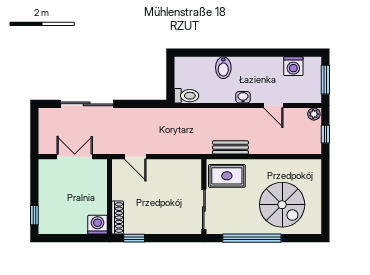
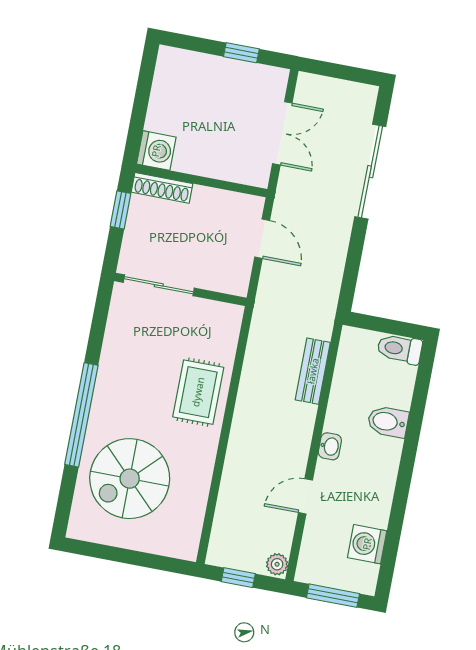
toilet: (186, 96) -> (400, 349), moved, turned 90
bench: (230, 147) -> (313, 371), moved
door: (135, 157) -> (262, 239), swing flipped
wall: (204, 197) -> (180, 289), moved
sliding door: (204, 209) -> (159, 285), moved
window: (34, 215) -> (241, 53), moved

